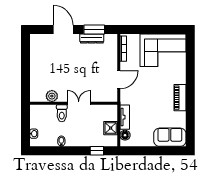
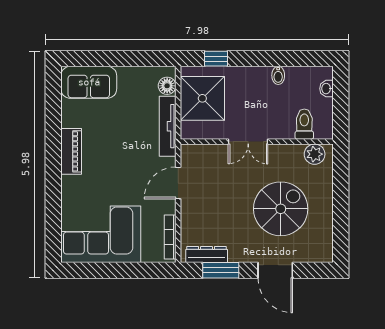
dresser: (92, 39) -> (207, 255), moved
spiral stairs: (60, 65) -> (281, 209), added
plant: (52, 96) -> (315, 154), moved
toilet: (62, 113) -> (304, 124), moved
tv unit: (125, 117) -> (168, 126), width x1.41
shower: (111, 128) -> (202, 98), width x1.86, depth x1.86

